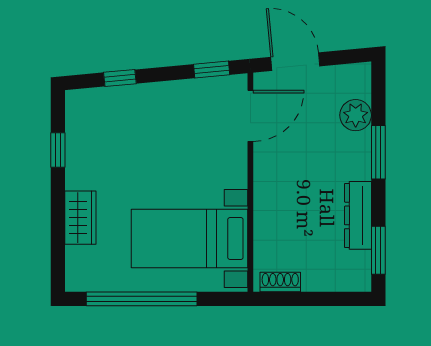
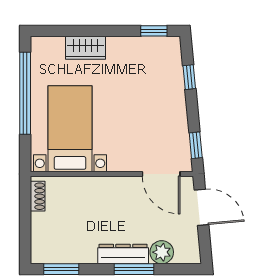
door: (295, 62) -> (201, 207), hinge flipped
window: (58, 150) -> (154, 31), moved
dresser: (358, 215) -> (123, 254), moved

